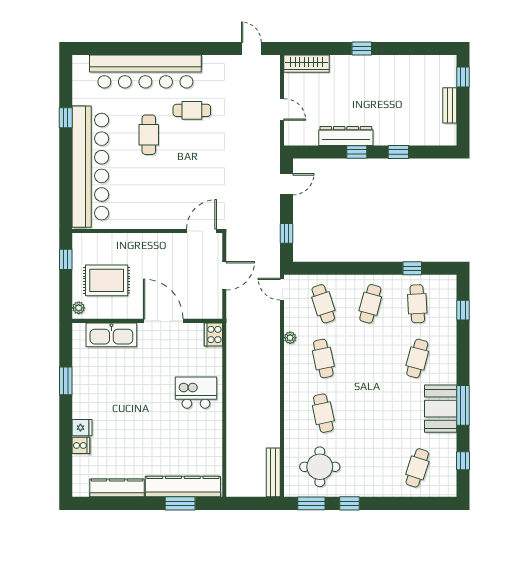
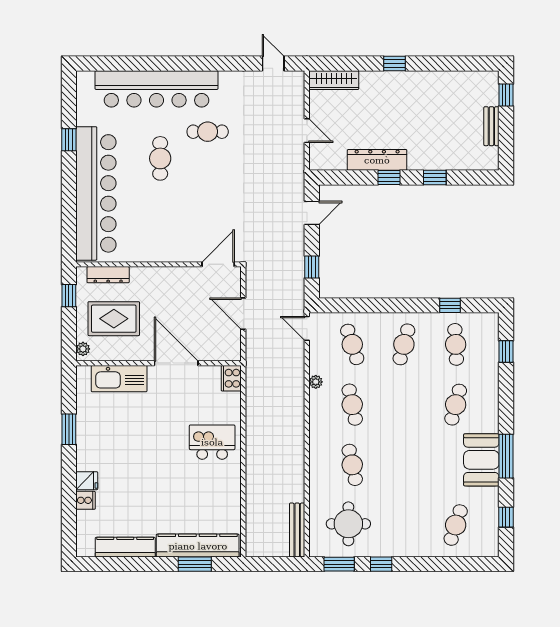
dresser: (101, 240) -> (108, 275), added
door: (224, 276) -> (243, 314), swing flipped

